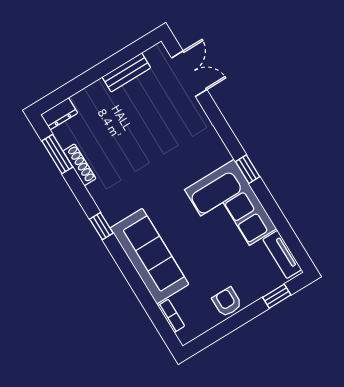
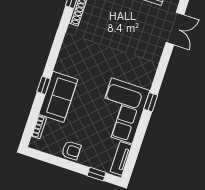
window: (101, 226) -> (44, 85), moved
sofa: (149, 256) -> (58, 97), width x0.73
armchair: (227, 302) -> (71, 150), turned 90

